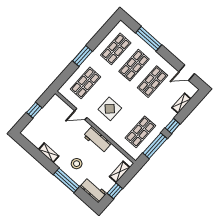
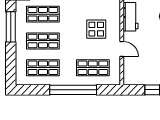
window: (149, 39) -> (11, 27), moved
window: (82, 56) -> (73, 90), width x2.11

